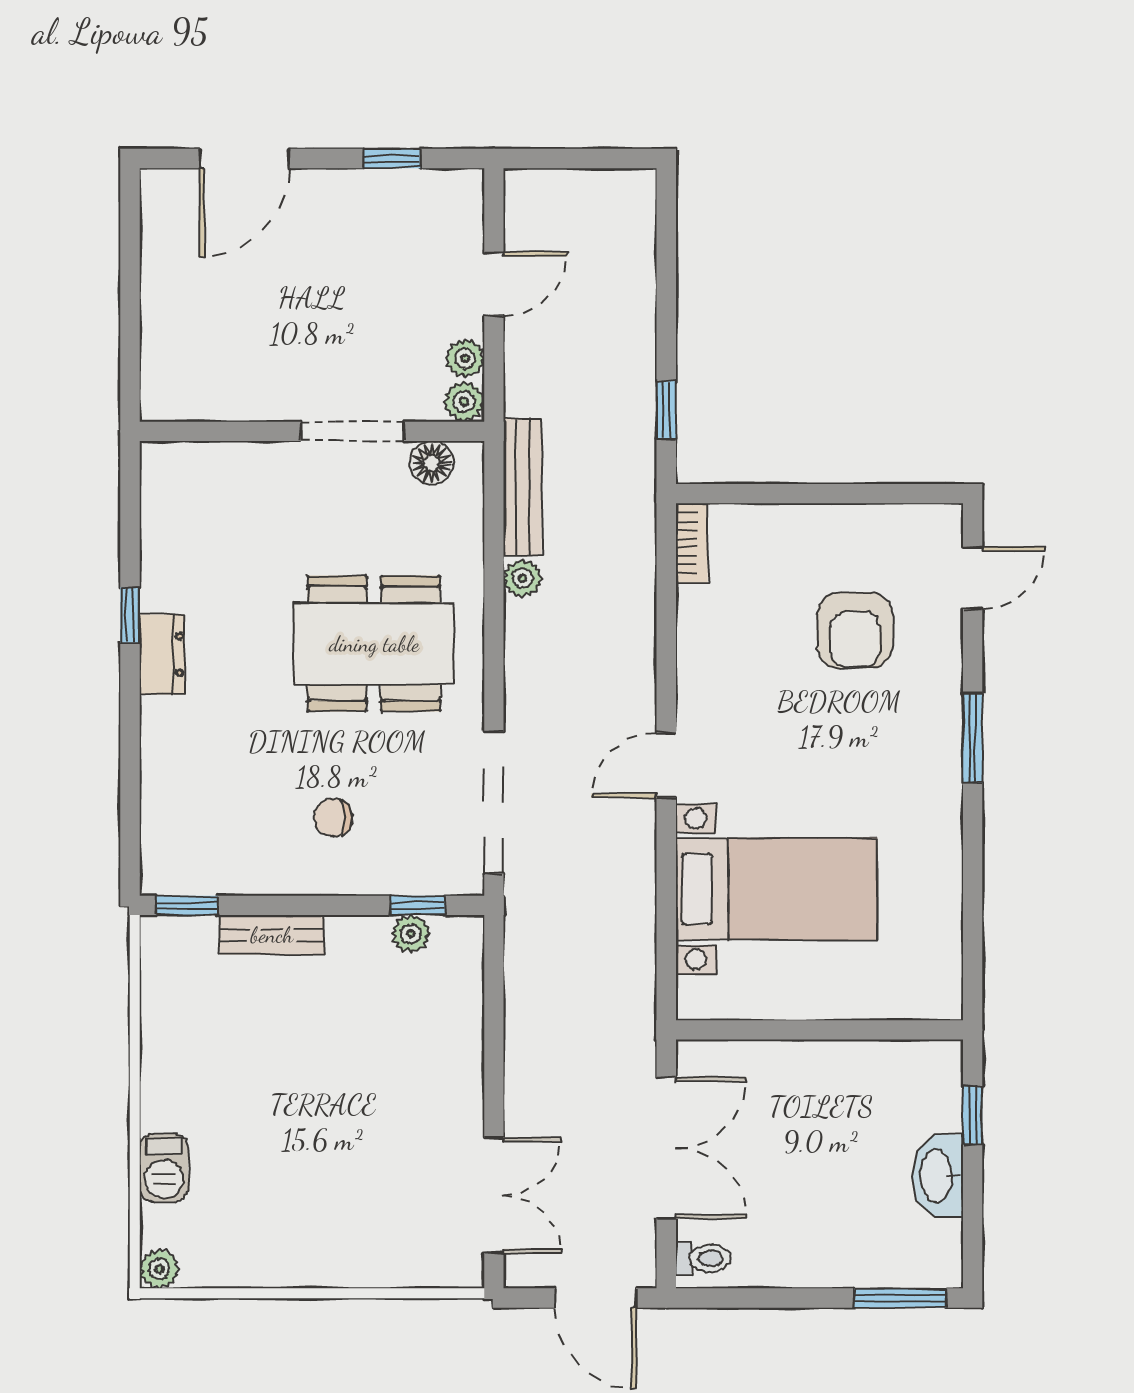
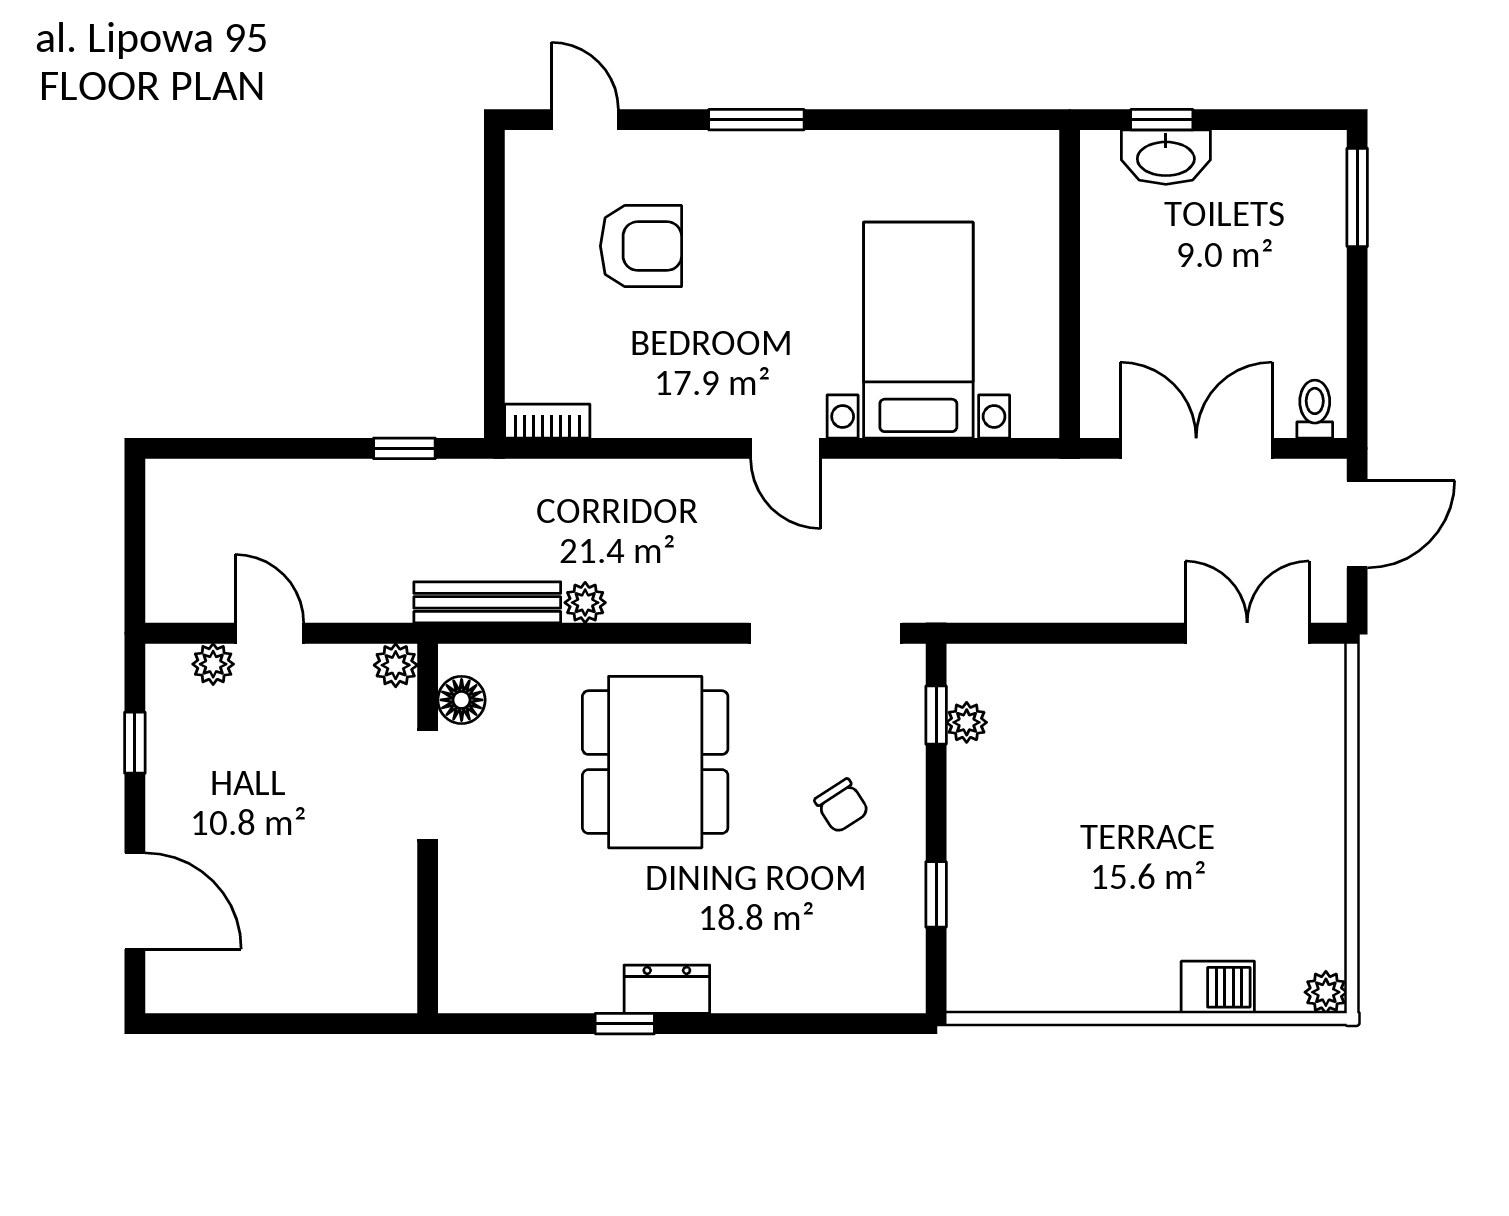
plant: (465, 358) -> (213, 664), moved
chair: (333, 817) -> (842, 806), turned -33
window: (187, 905) -> (936, 894), moved
bench: (272, 935) -> (968, 871), removed
washbasin: (938, 1176) -> (1166, 157), moved

